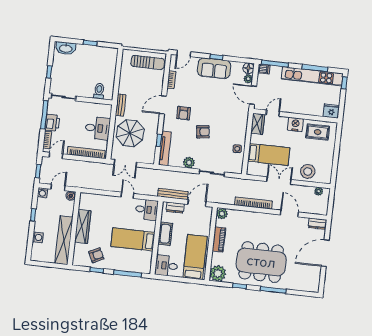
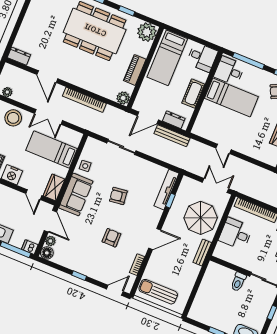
sofa: (214, 68) -> (76, 194), moved, turned 90
toilet: (99, 91) -> (238, 282), moved
armchair: (184, 113) -> (111, 238), moved
door: (273, 113) -> (34, 195), hinge flipped
plant: (189, 163) -> (144, 166), removed
desk: (147, 210) -> (229, 71), moved
door: (325, 253) -> (20, 20), removed

